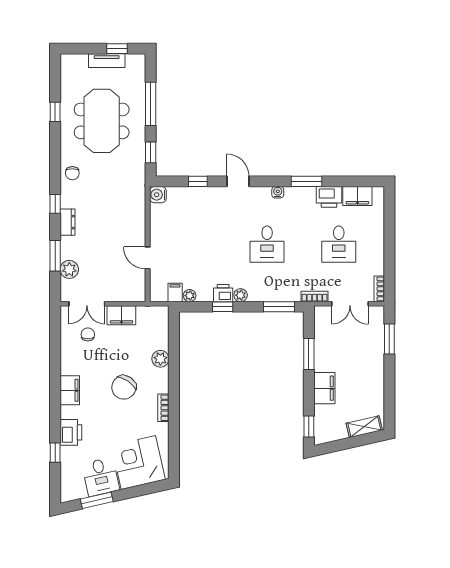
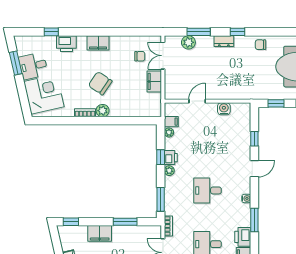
water cooler: (158, 195) -> (224, 109), moved
plant: (160, 359) -> (103, 111), moved

